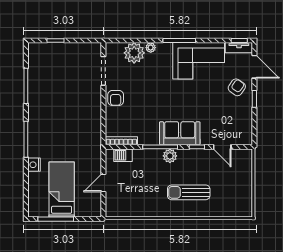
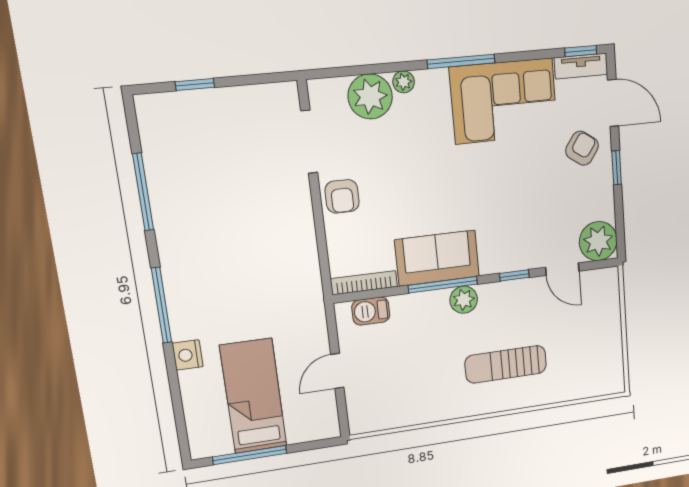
sofa: (180, 133) -> (437, 258), moved
plant: (242, 135) -> (598, 241), added

